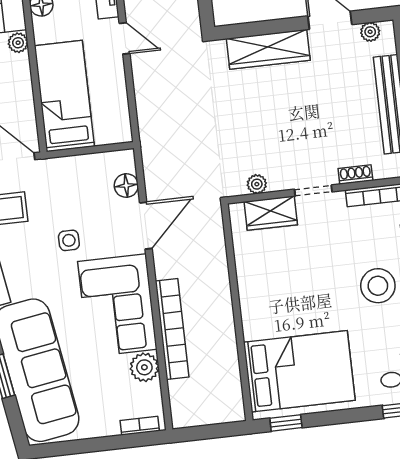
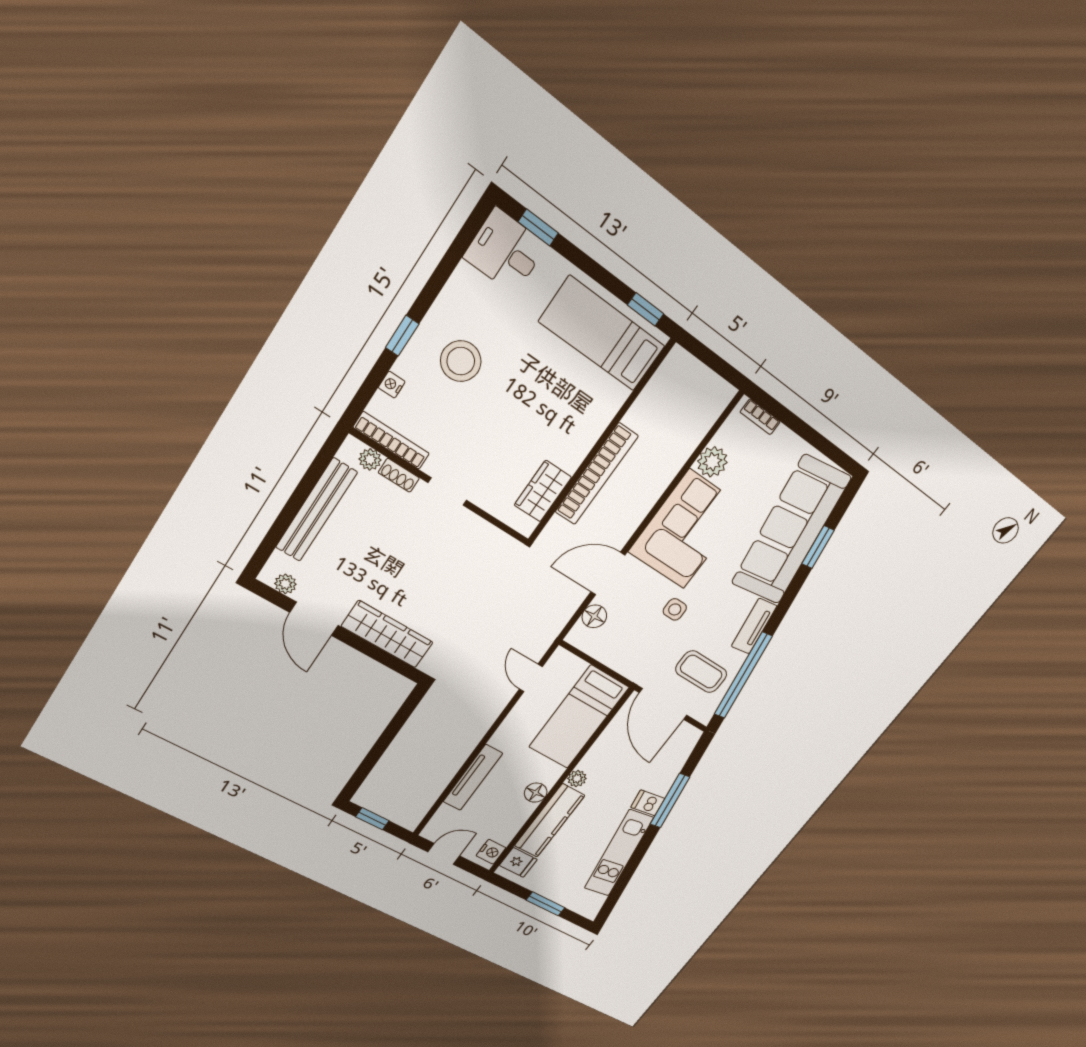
door: (125, 38) -> (531, 678), moved
plant: (257, 184) -> (370, 459), moved
wardrobe: (271, 213) -> (543, 491), moved, turned -90
bookcase: (172, 329) -> (596, 474), moved, turned 180
bed: (299, 371) -> (602, 334), width x0.67

